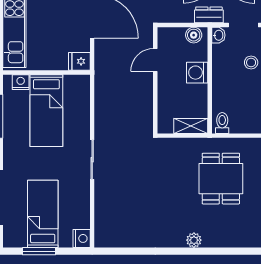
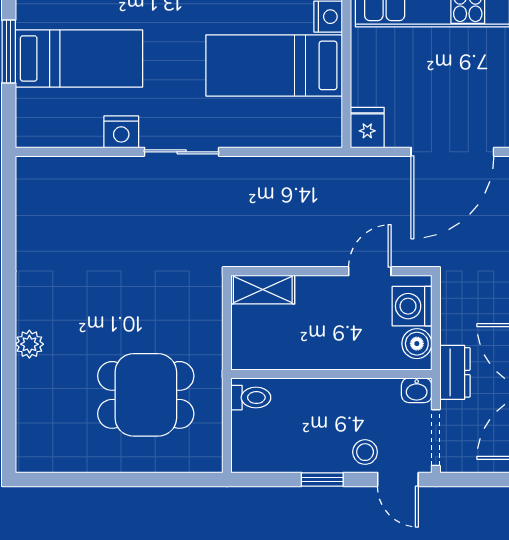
door: (155, 60) -> (370, 271), hinge flipped
washing machine: (197, 73) -> (412, 306), moved, turned -90
shelving: (191, 126) -> (263, 290), moved, turned 90
nightstand: (82, 238) -> (121, 132), moved

